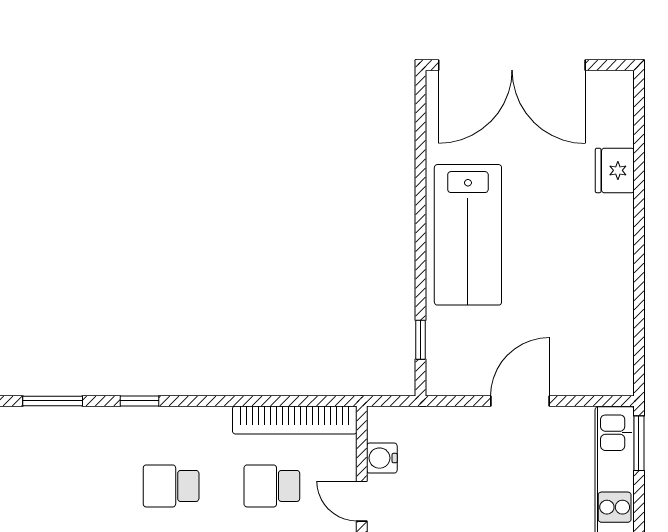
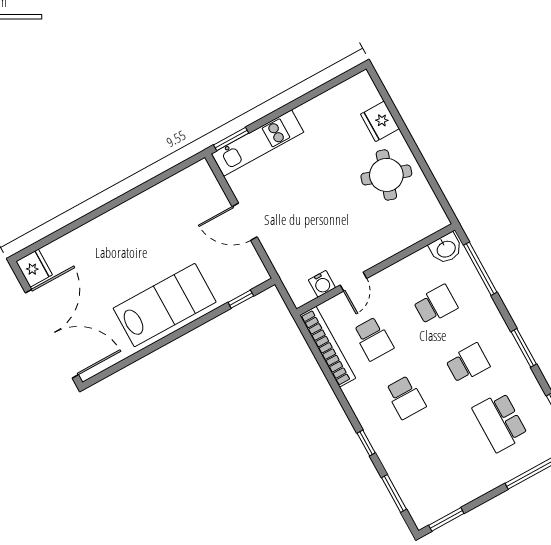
fridge: (615, 170) -> (34, 268), moved, turned -90

